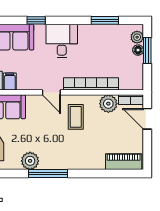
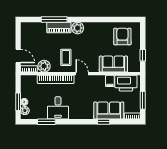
window: (36, 20) -> (104, 122), moved
desk: (62, 41) -> (58, 108), moved
plant: (30, 161) -> (78, 28), moved
piano: (124, 162) -> (59, 27), moved
window: (48, 174) -> (54, 20), moved

